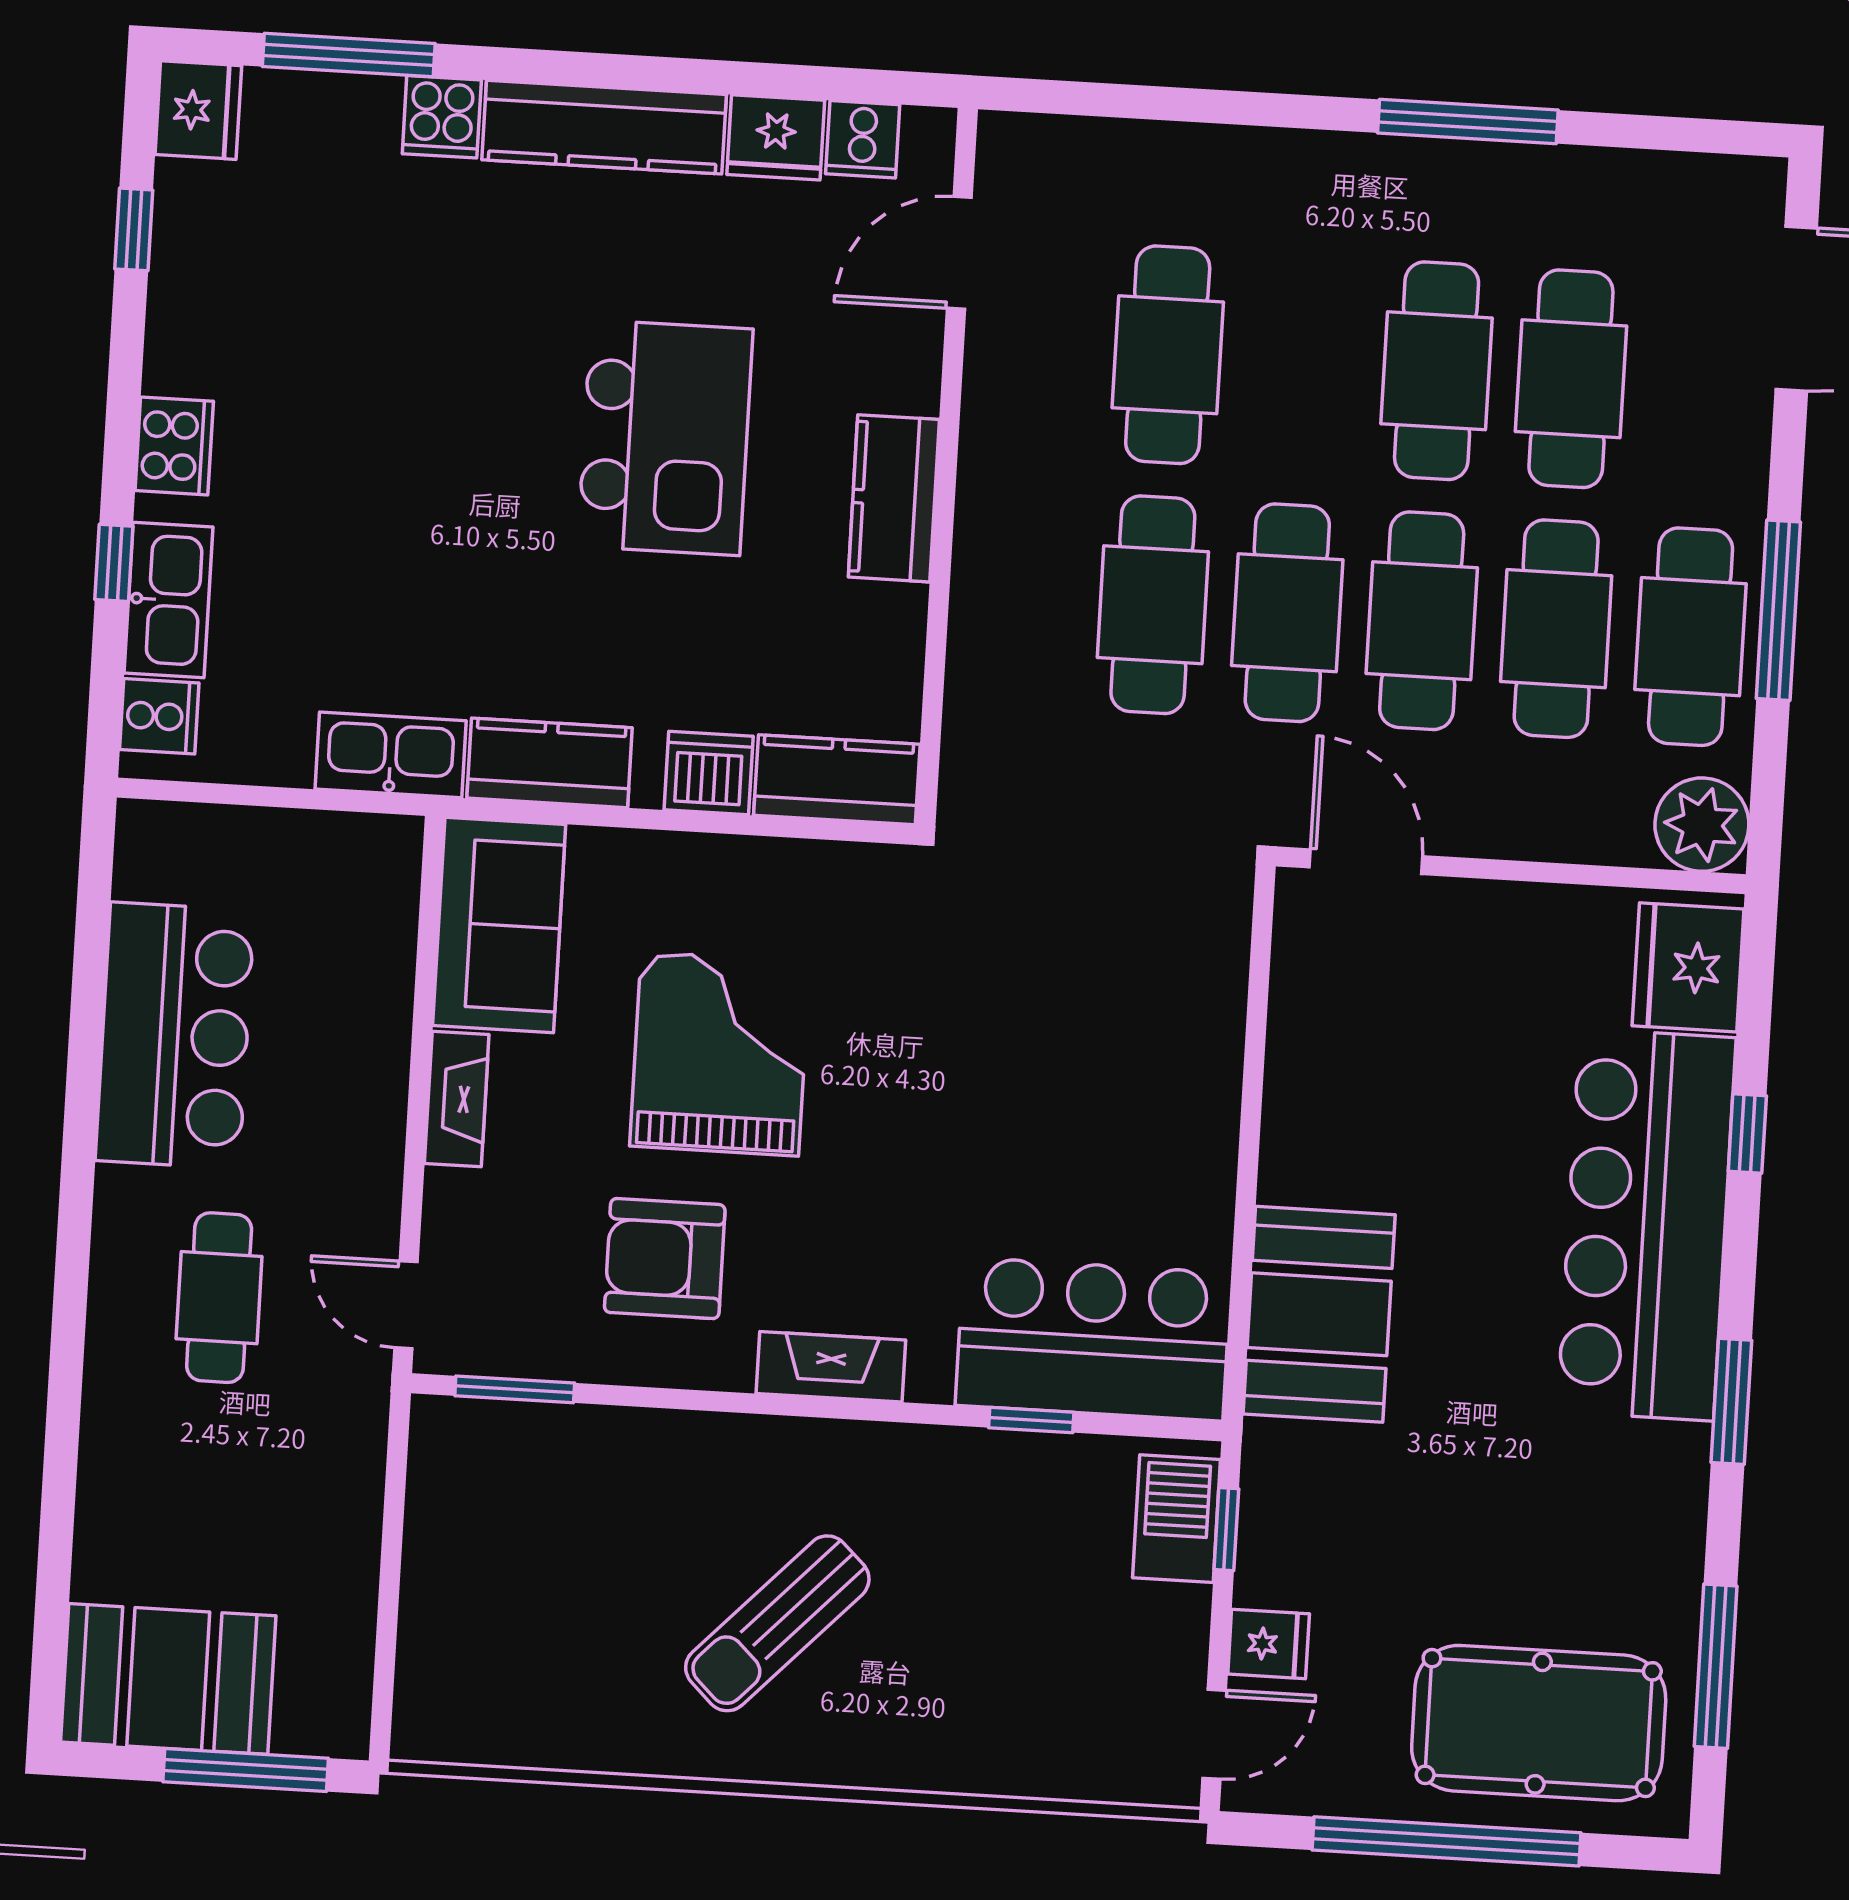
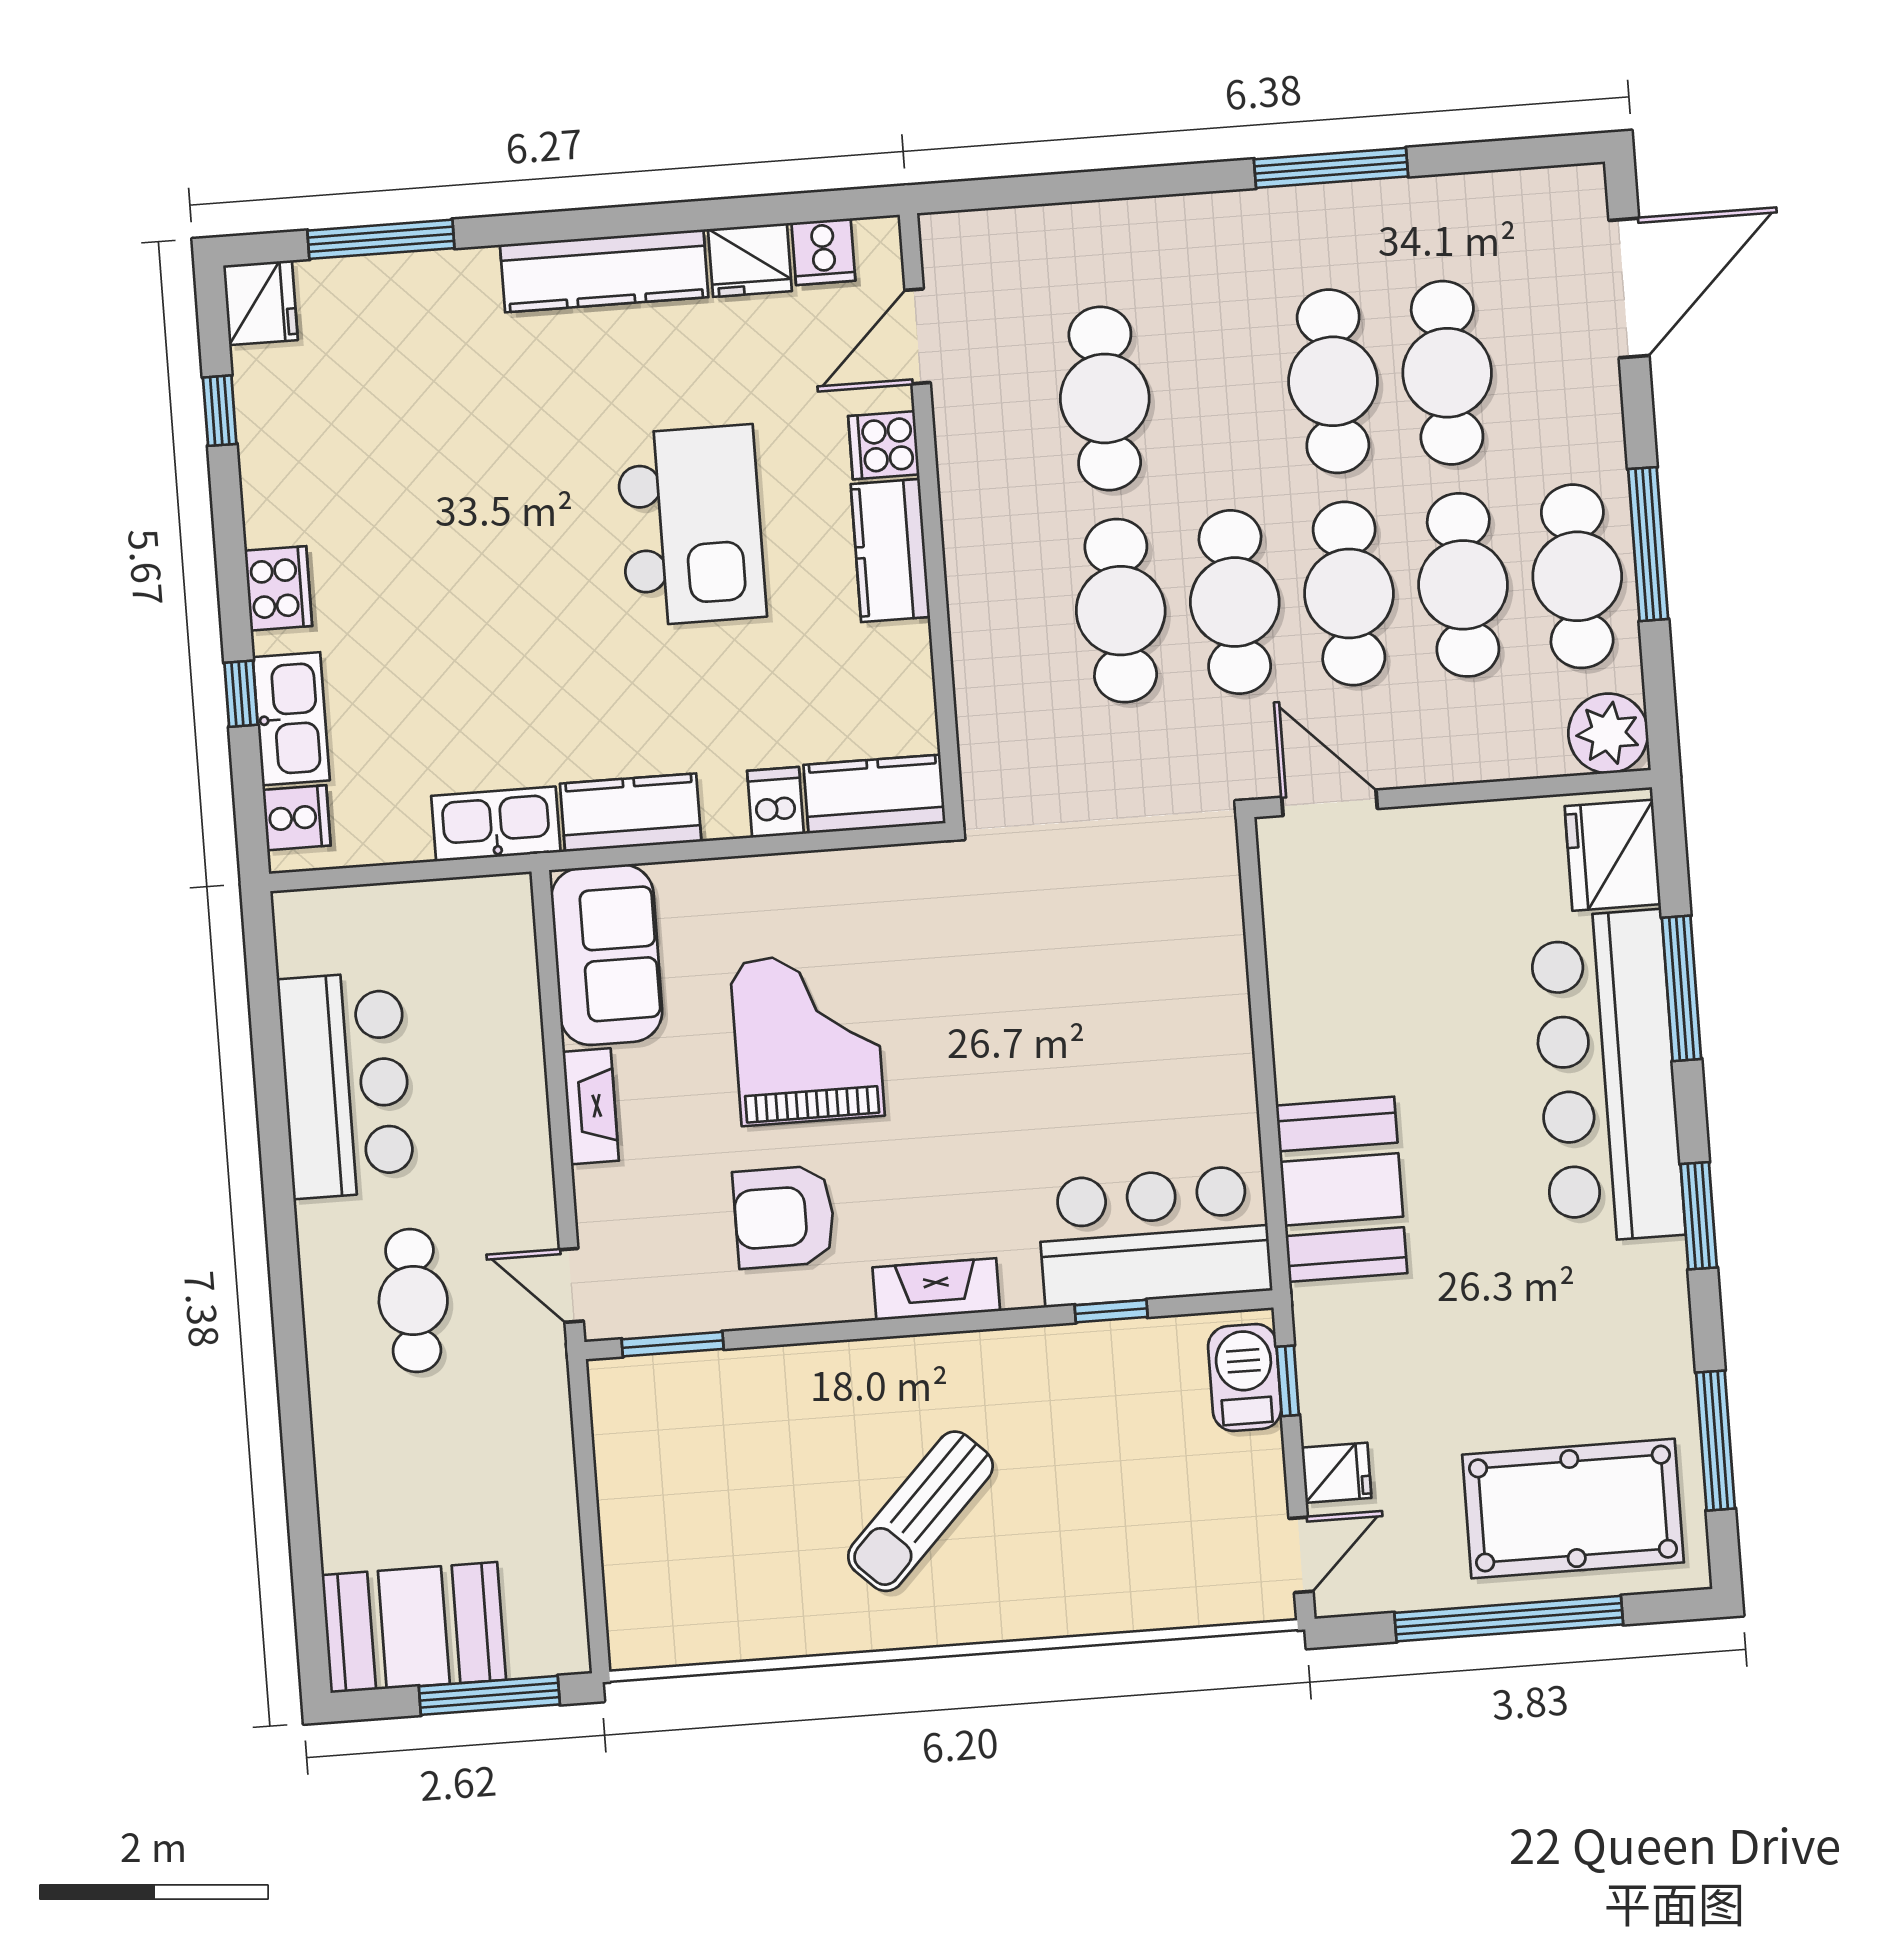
cooker: (442, 117) -> (884, 445), moved, turned 90
dishwasher: (709, 773) -> (776, 802), width x0.73
window: (1747, 1134) -> (1682, 988), width x2.17

